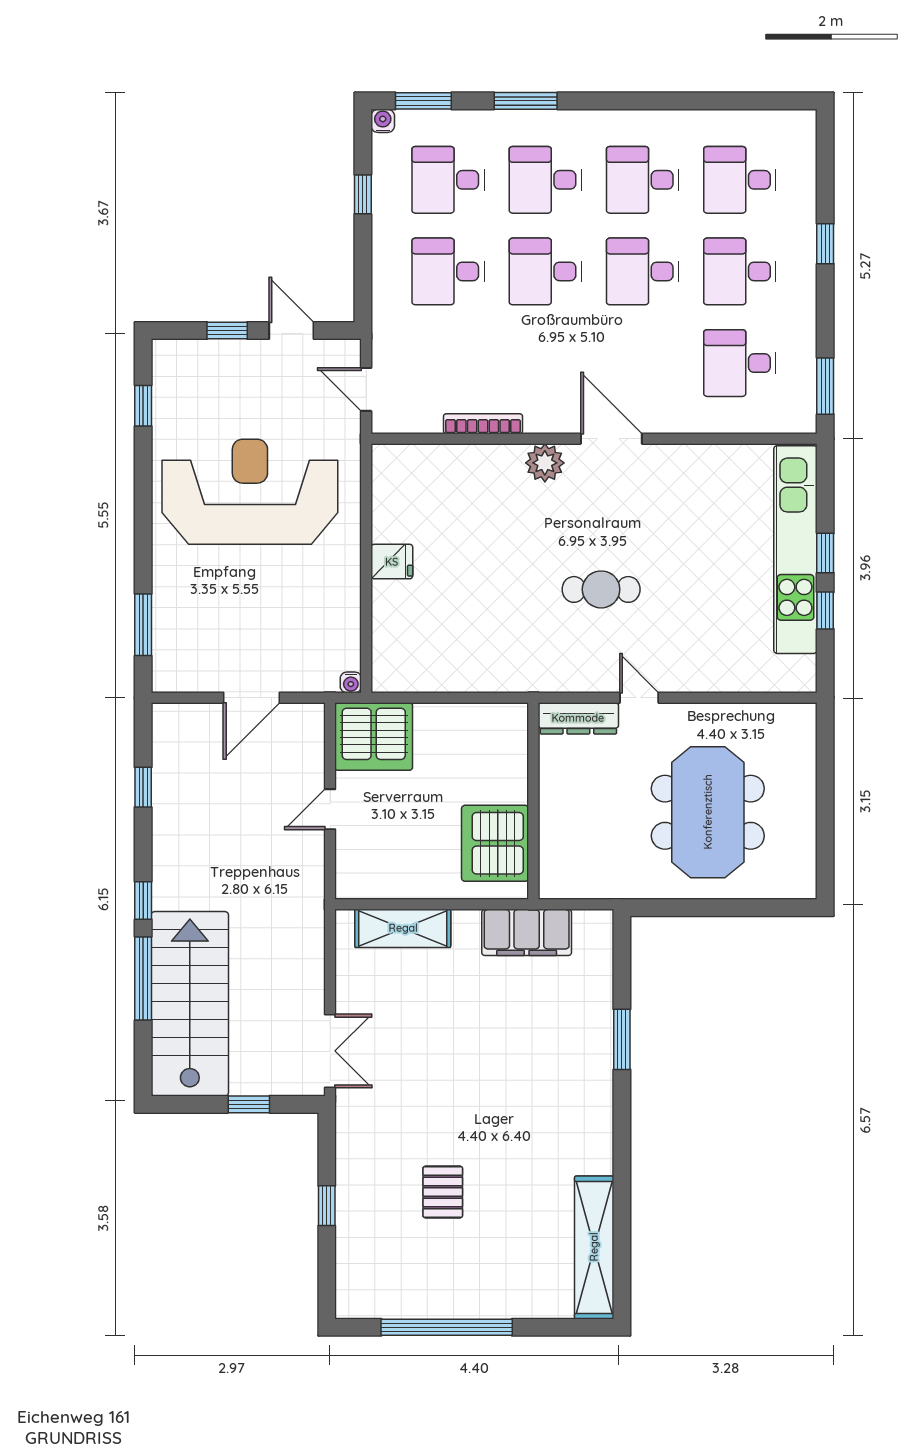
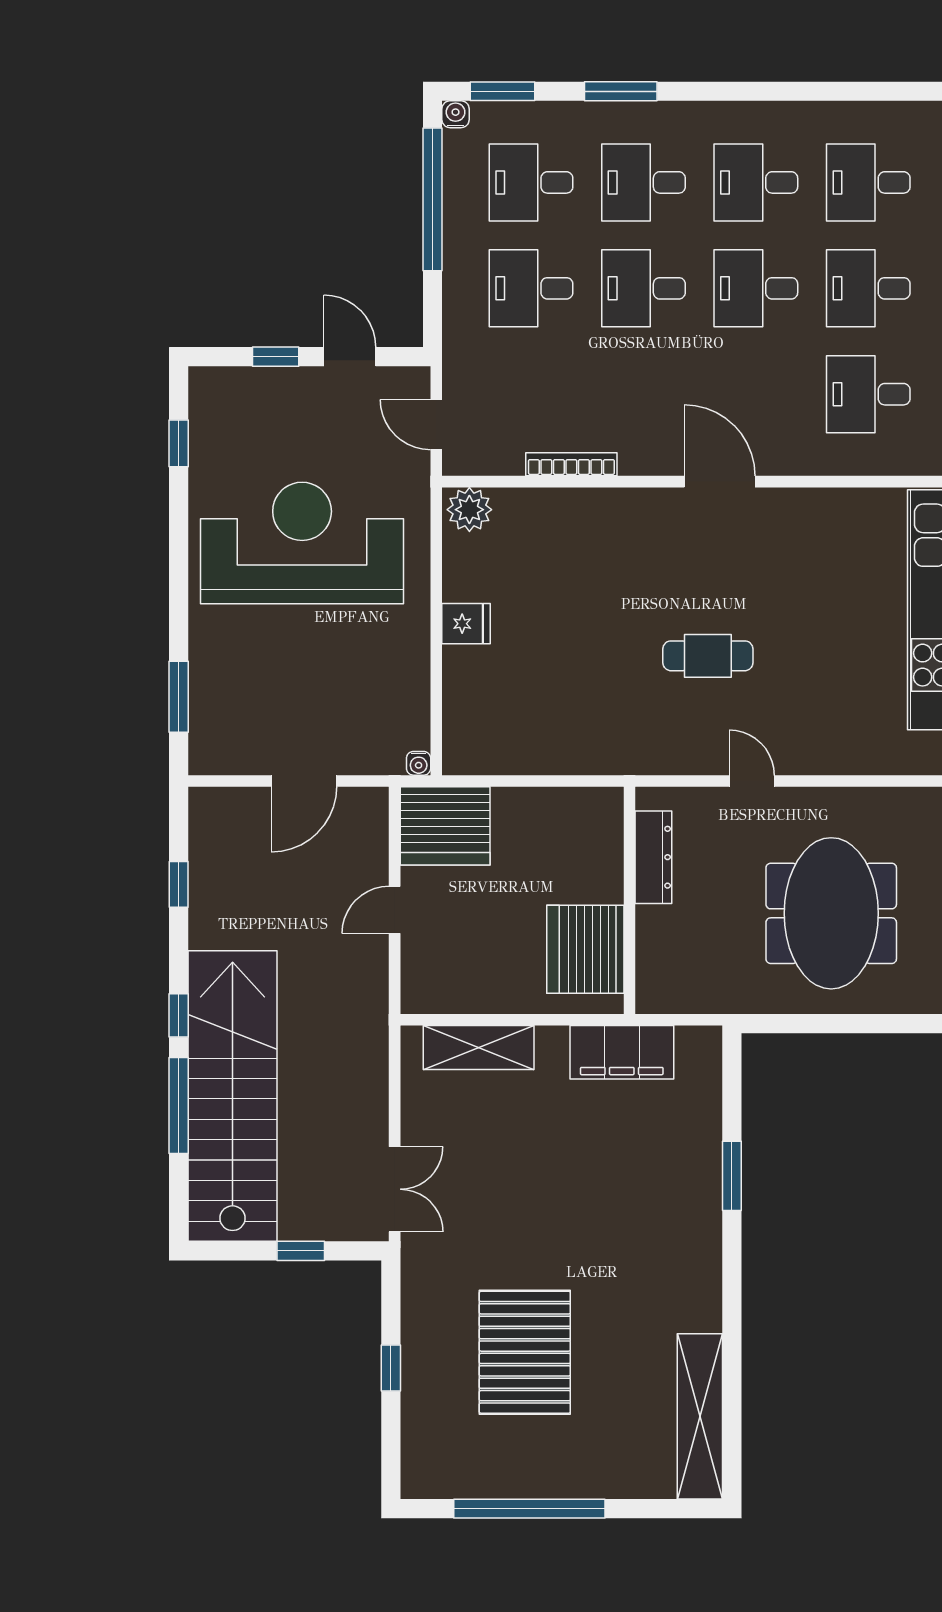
window: (363, 194) -> (432, 199), width x3.17
plant: (545, 463) -> (469, 510), moved
dresser: (578, 718) -> (653, 857), moved, turned -90
stairs: (190, 1004) -> (233, 1096), width x1.36
pallet: (443, 1192) -> (525, 1352), width x2.05, depth x2.00

